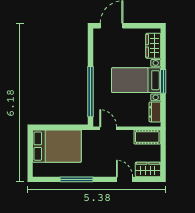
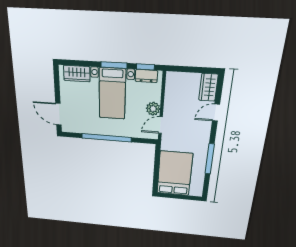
window: (90, 92) -> (106, 138), moved
window: (163, 111) -> (145, 67), added
plant: (124, 120) -> (153, 109), added
cot: (147, 137) -> (173, 86), removed

